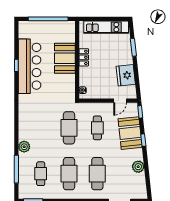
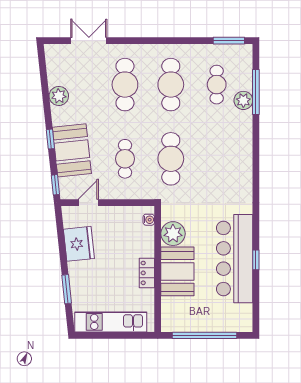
plant: (68, 82) -> (173, 234), added
plant: (24, 147) -> (243, 100), moved

